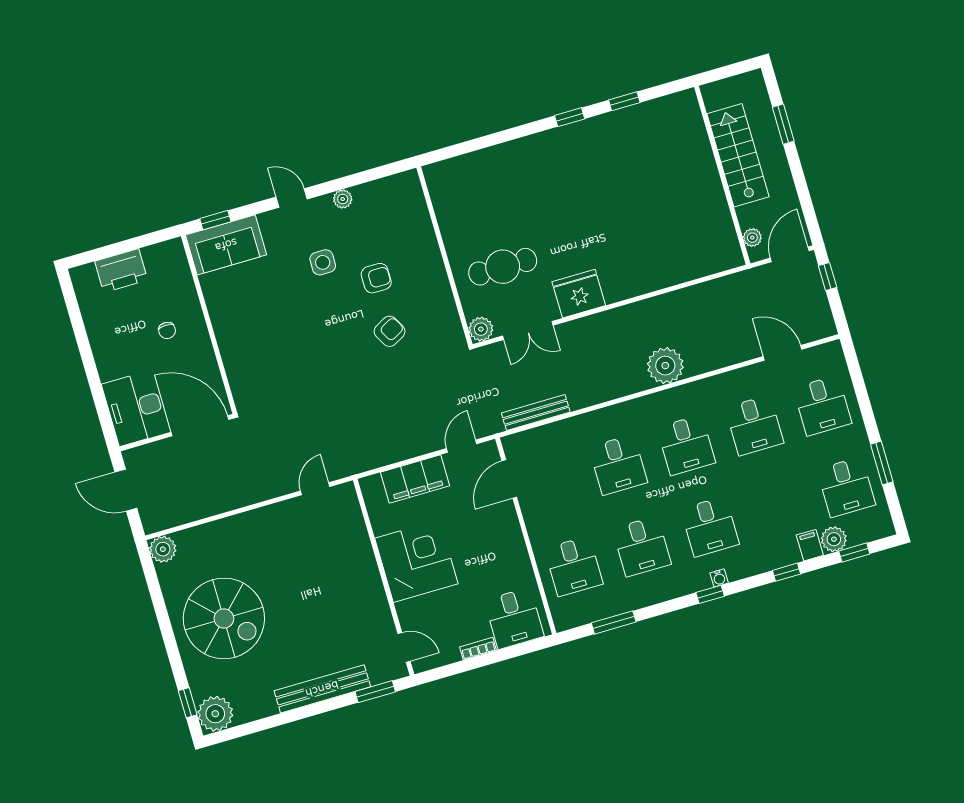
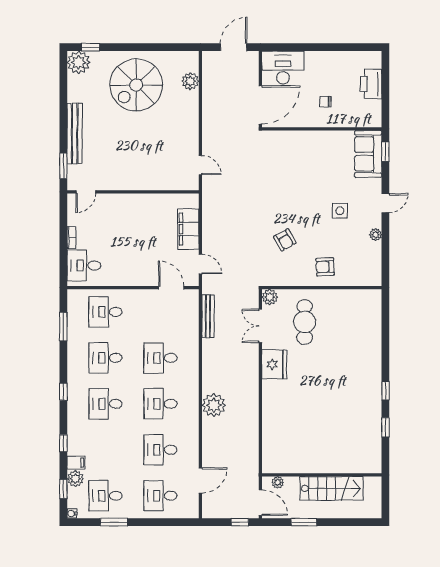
window: (783, 124) -> (304, 522), moved
armchair: (376, 278) -> (325, 267), moved, turned 87
plant: (163, 549) -> (190, 81), moved
corner desk: (416, 561) -> (137, 215), removed
water cooler: (719, 578) -> (72, 514), moved

